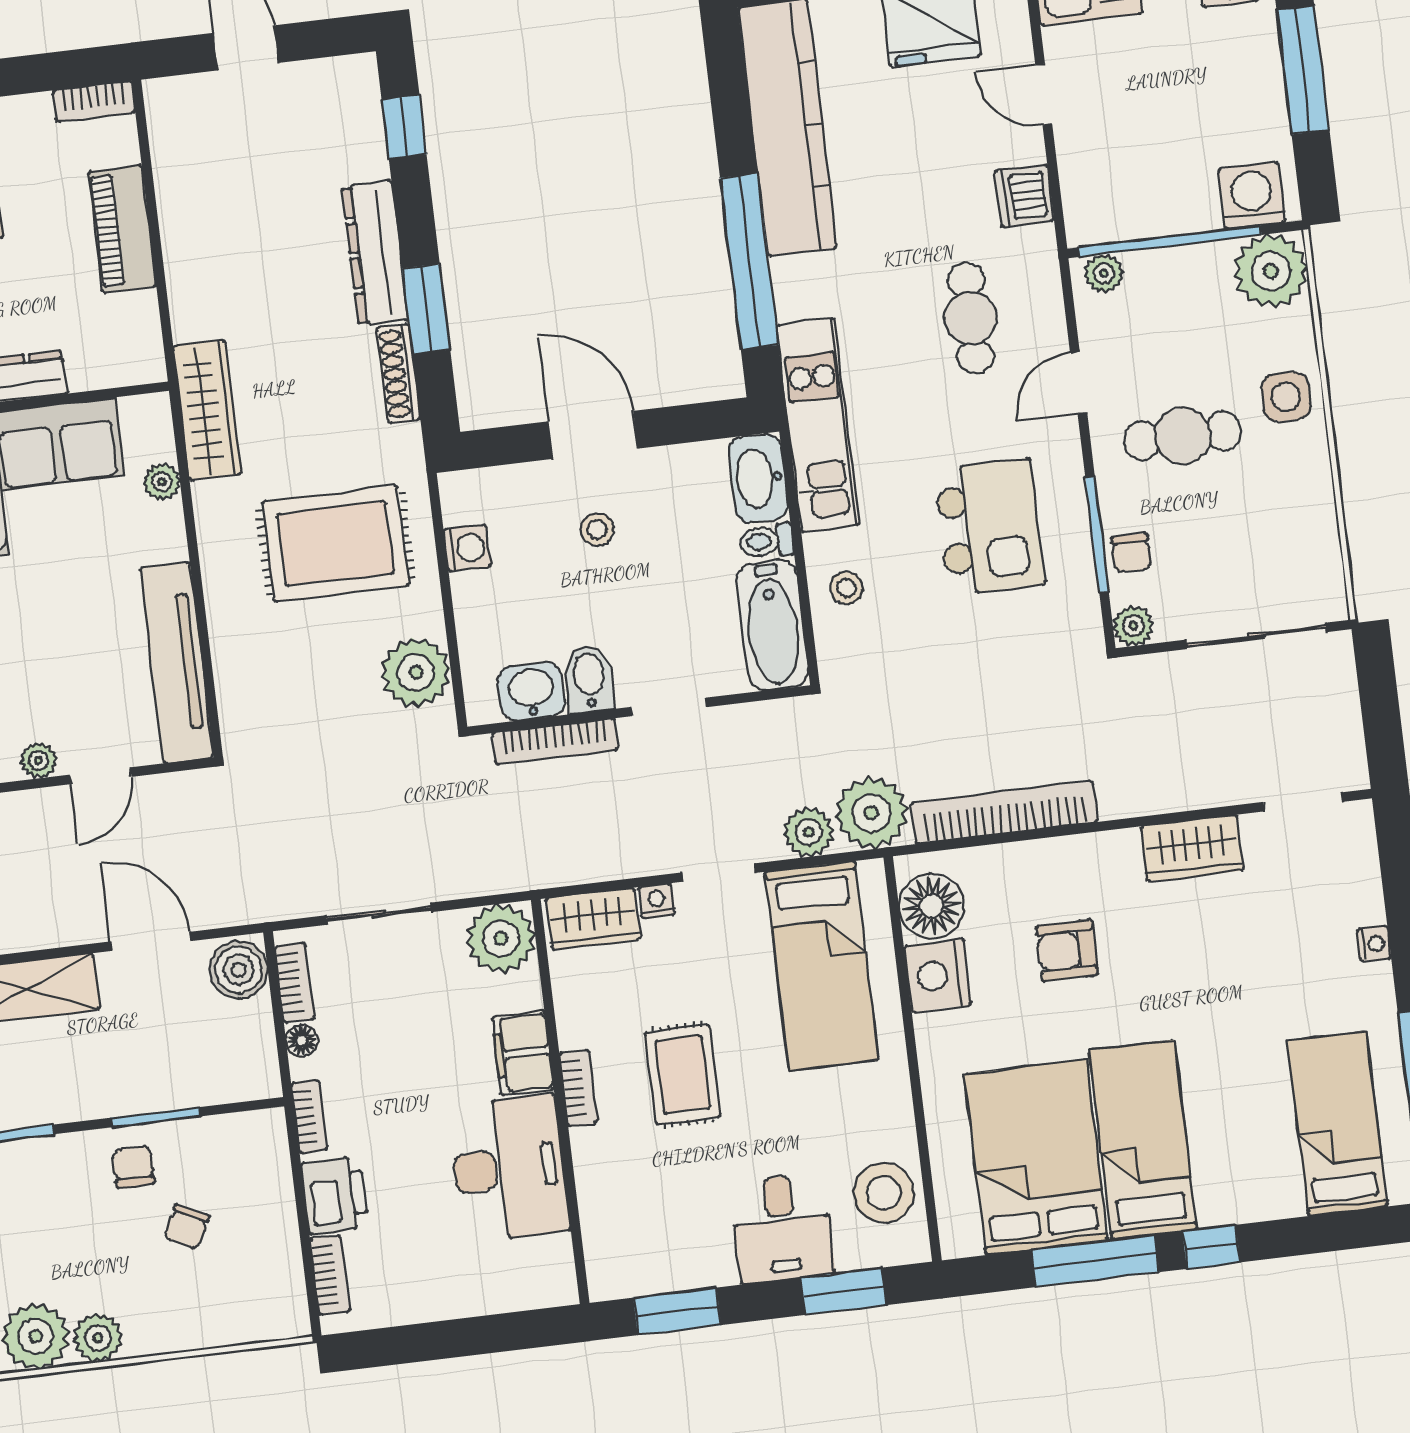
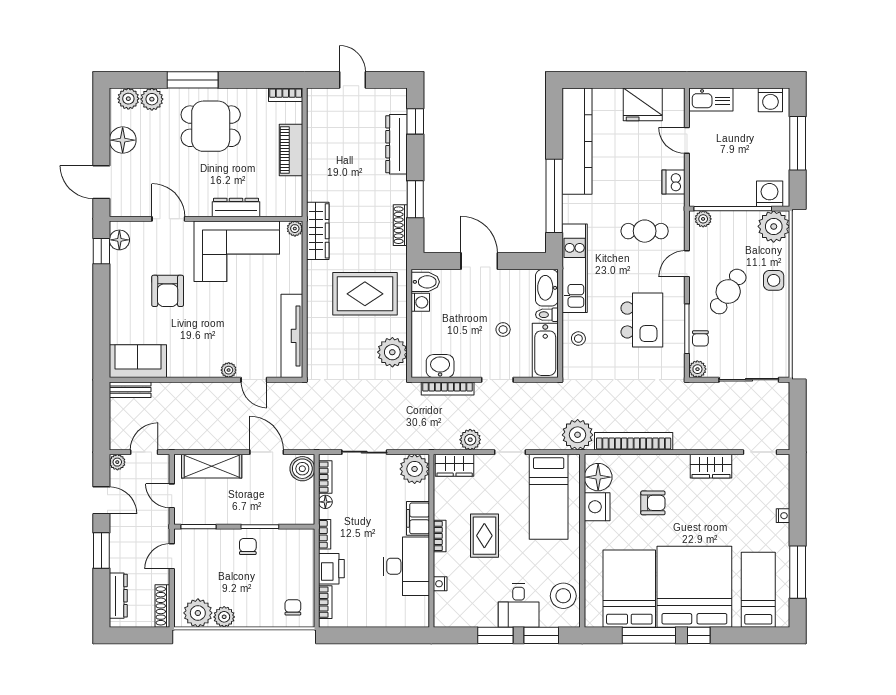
dresser: (375, 253) -> (397, 144), moved
cafe table: (971, 318) -> (645, 231), turned 90
cafe table: (1183, 436) -> (728, 292), turned -57
plant: (162, 482) -> (295, 229), moved
stool: (597, 530) -> (503, 329), moved
bidet: (589, 679) -> (425, 282), moved, turned 90
door: (101, 776) -> (254, 380), hinge flipped
plant: (809, 832) -> (470, 440), moved
nightstand: (657, 901) -> (440, 584), moved, turned -90
armchair: (1067, 951) -> (653, 503), turned 180
bed: (1143, 1140) -> (694, 587), width x2.04
chair: (187, 1227) -> (293, 607), moved, turned 153
window: (677, 1311) -> (495, 635), moved

